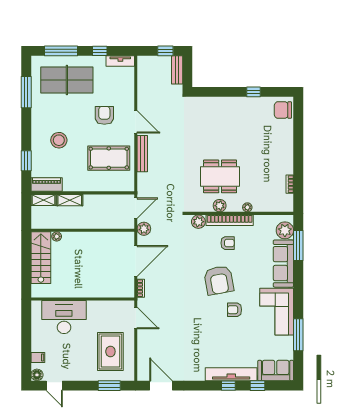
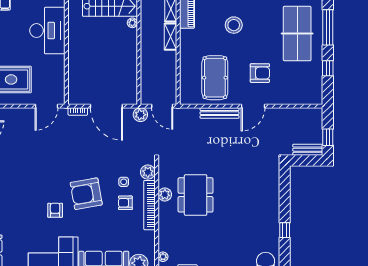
tv unit: (120, 61) -> (317, 90), removed
plant: (247, 207) -> (163, 257), moved
armchair: (228, 243) -> (125, 203), turned 90
side table: (208, 245) -> (124, 182), added

